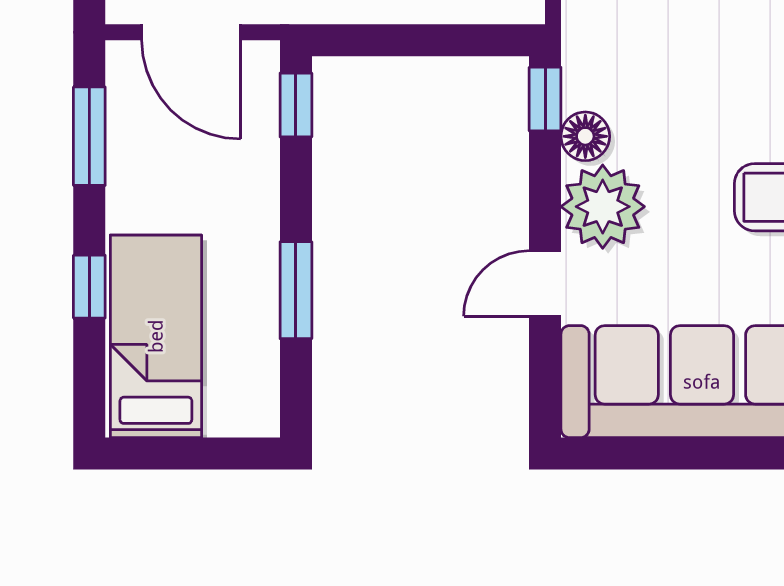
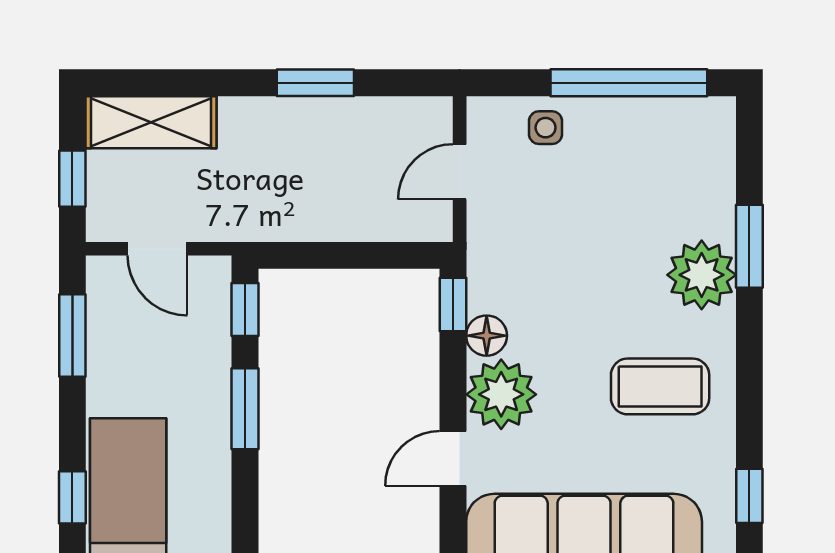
door: (191, 32) -> (157, 249), width x0.73
window: (89, 287) -> (72, 497), moved
window: (296, 290) -> (245, 409), moved

